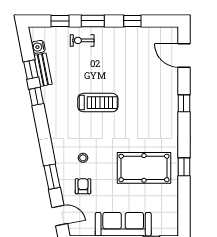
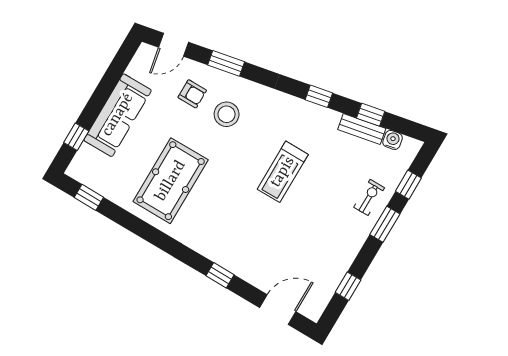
window: (132, 21) -> (348, 286), moved
window: (36, 96) -> (319, 96), moved
stool: (83, 158) -> (227, 114), width x1.89, depth x1.89
window: (184, 167) -> (89, 197), moved

